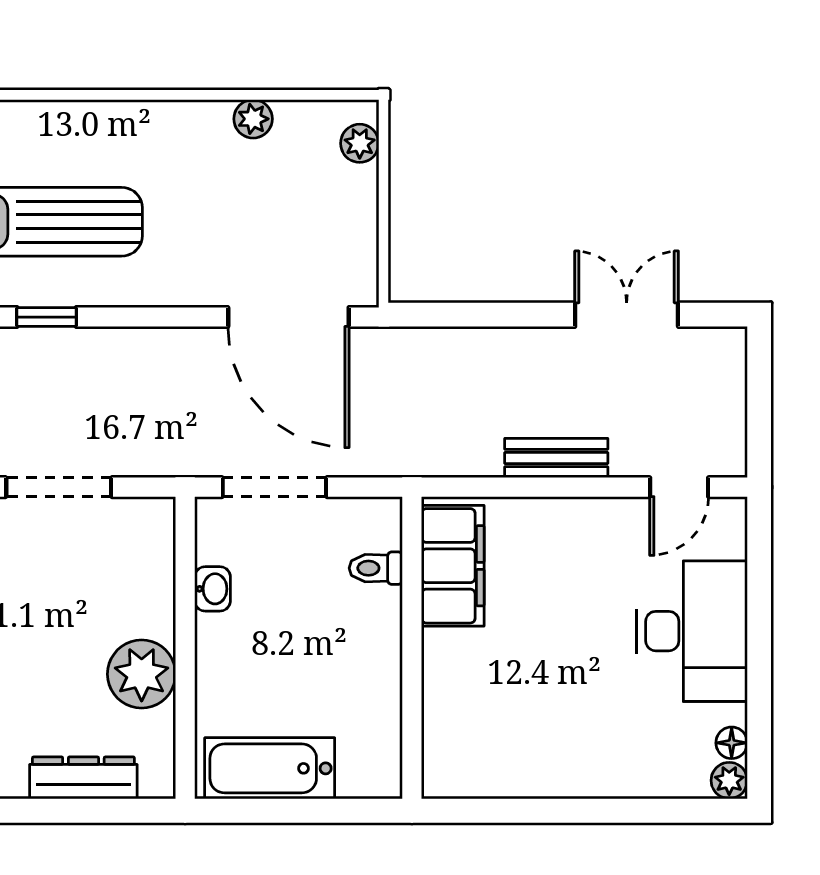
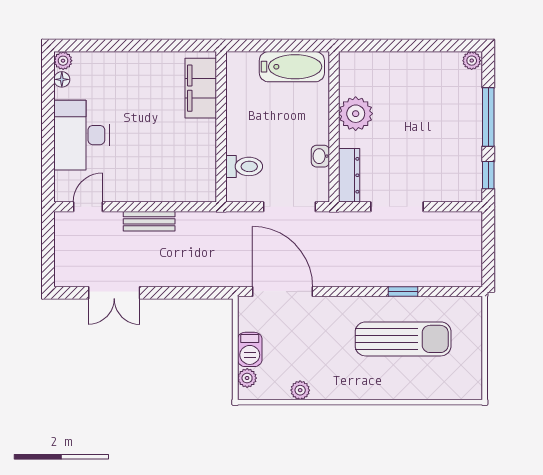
barbecue: (354, 201) -> (250, 349), added
filing cabinet: (453, 566) -> (201, 88), moved
toilet: (376, 568) -> (244, 166), width x1.37, depth x1.39
dresser: (83, 778) -> (349, 175), moved, turned -90

